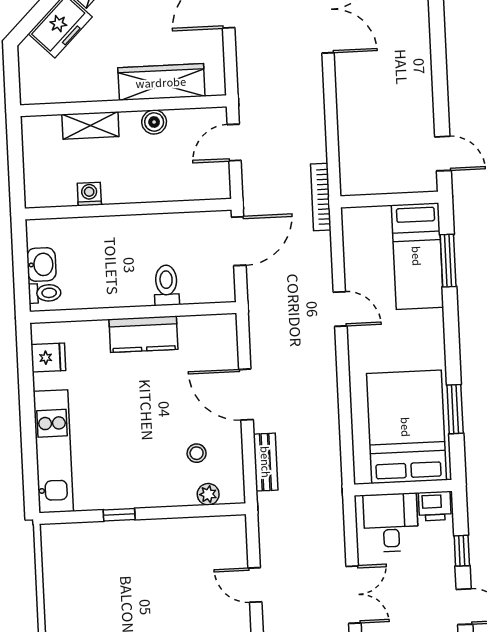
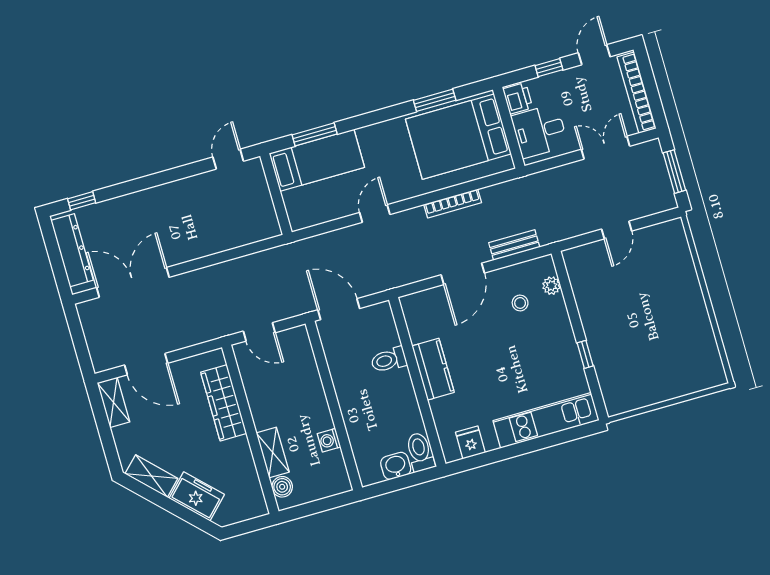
boiler: (154, 122) -> (282, 487), moved
bookcase: (321, 197) -> (453, 203), moved
toilet: (45, 293) -> (420, 452), width x1.37, depth x1.39

